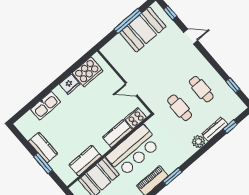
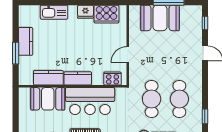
booth: (143, 29) -> (160, 18), moved
door: (131, 89) -> (128, 55), hinge flipped
cafe table: (201, 89) -> (179, 99), width x1.37, depth x1.35
cafe table: (180, 108) -> (152, 99), width x1.37, depth x1.35
kitchen counter: (117, 133) -> (78, 78), moved

